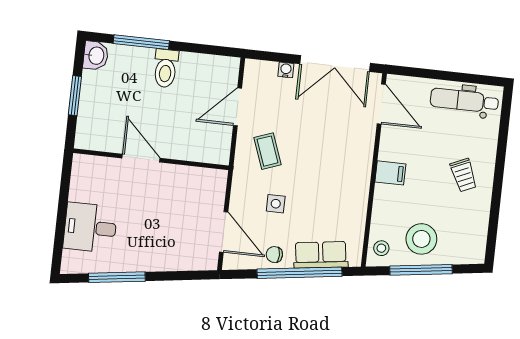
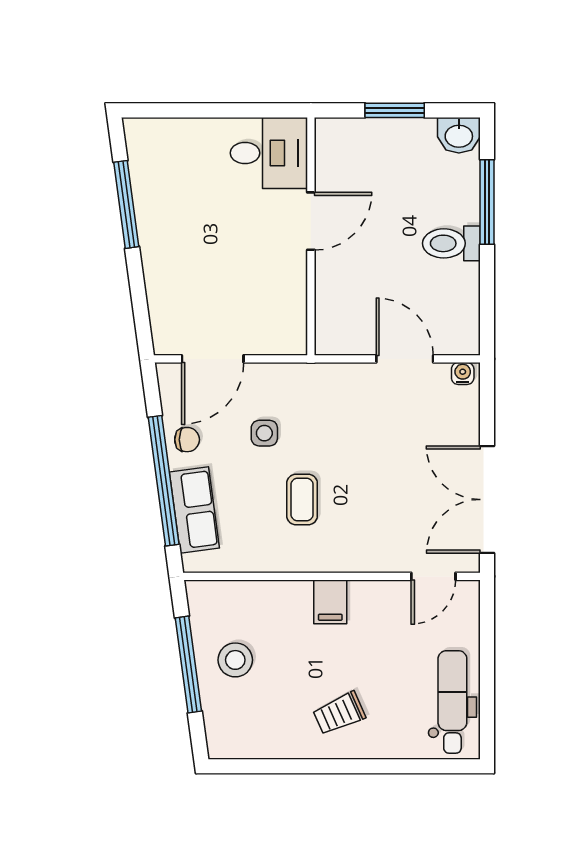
water cooler: (286, 70) -> (463, 373), moved, turned -90
door: (381, 104) -> (433, 576), width x0.73
coffee table: (267, 151) -> (302, 500), moved, turned -70
desk: (90, 228) -> (269, 153), moved, turned 90
stool: (421, 239) -> (235, 660), width x0.73, depth x0.73
stool: (381, 248) -> (215, 601), removed
chair: (274, 255) -> (187, 440), turned 90

